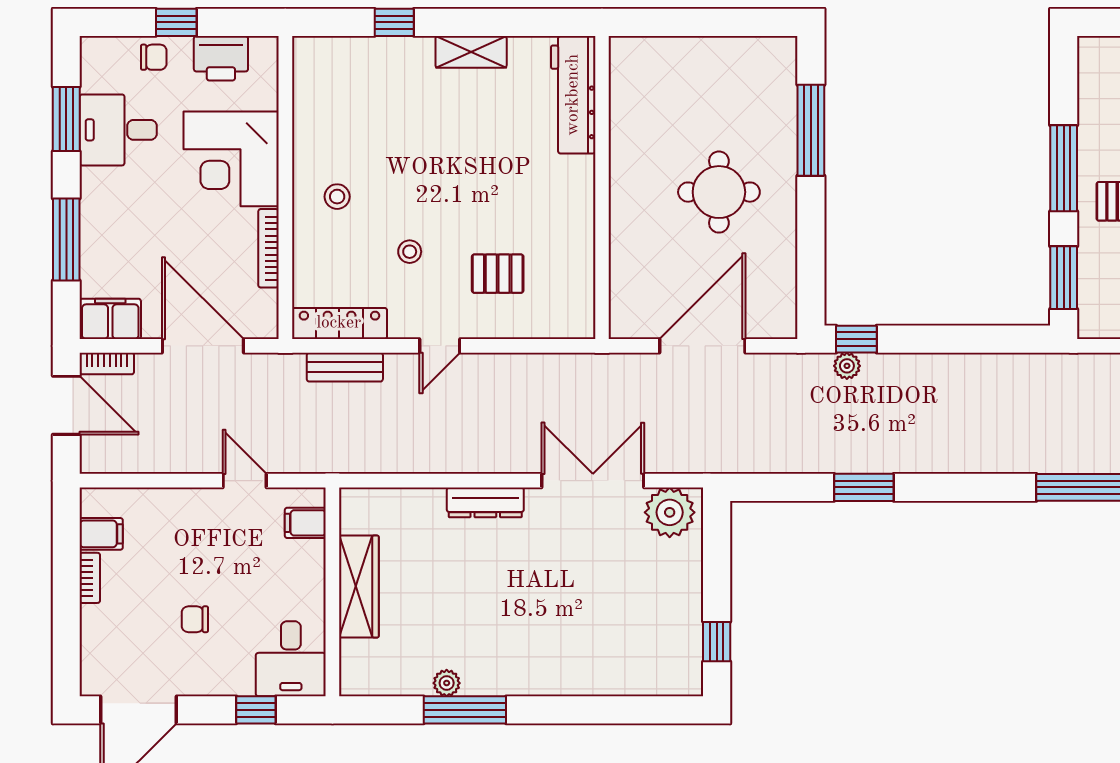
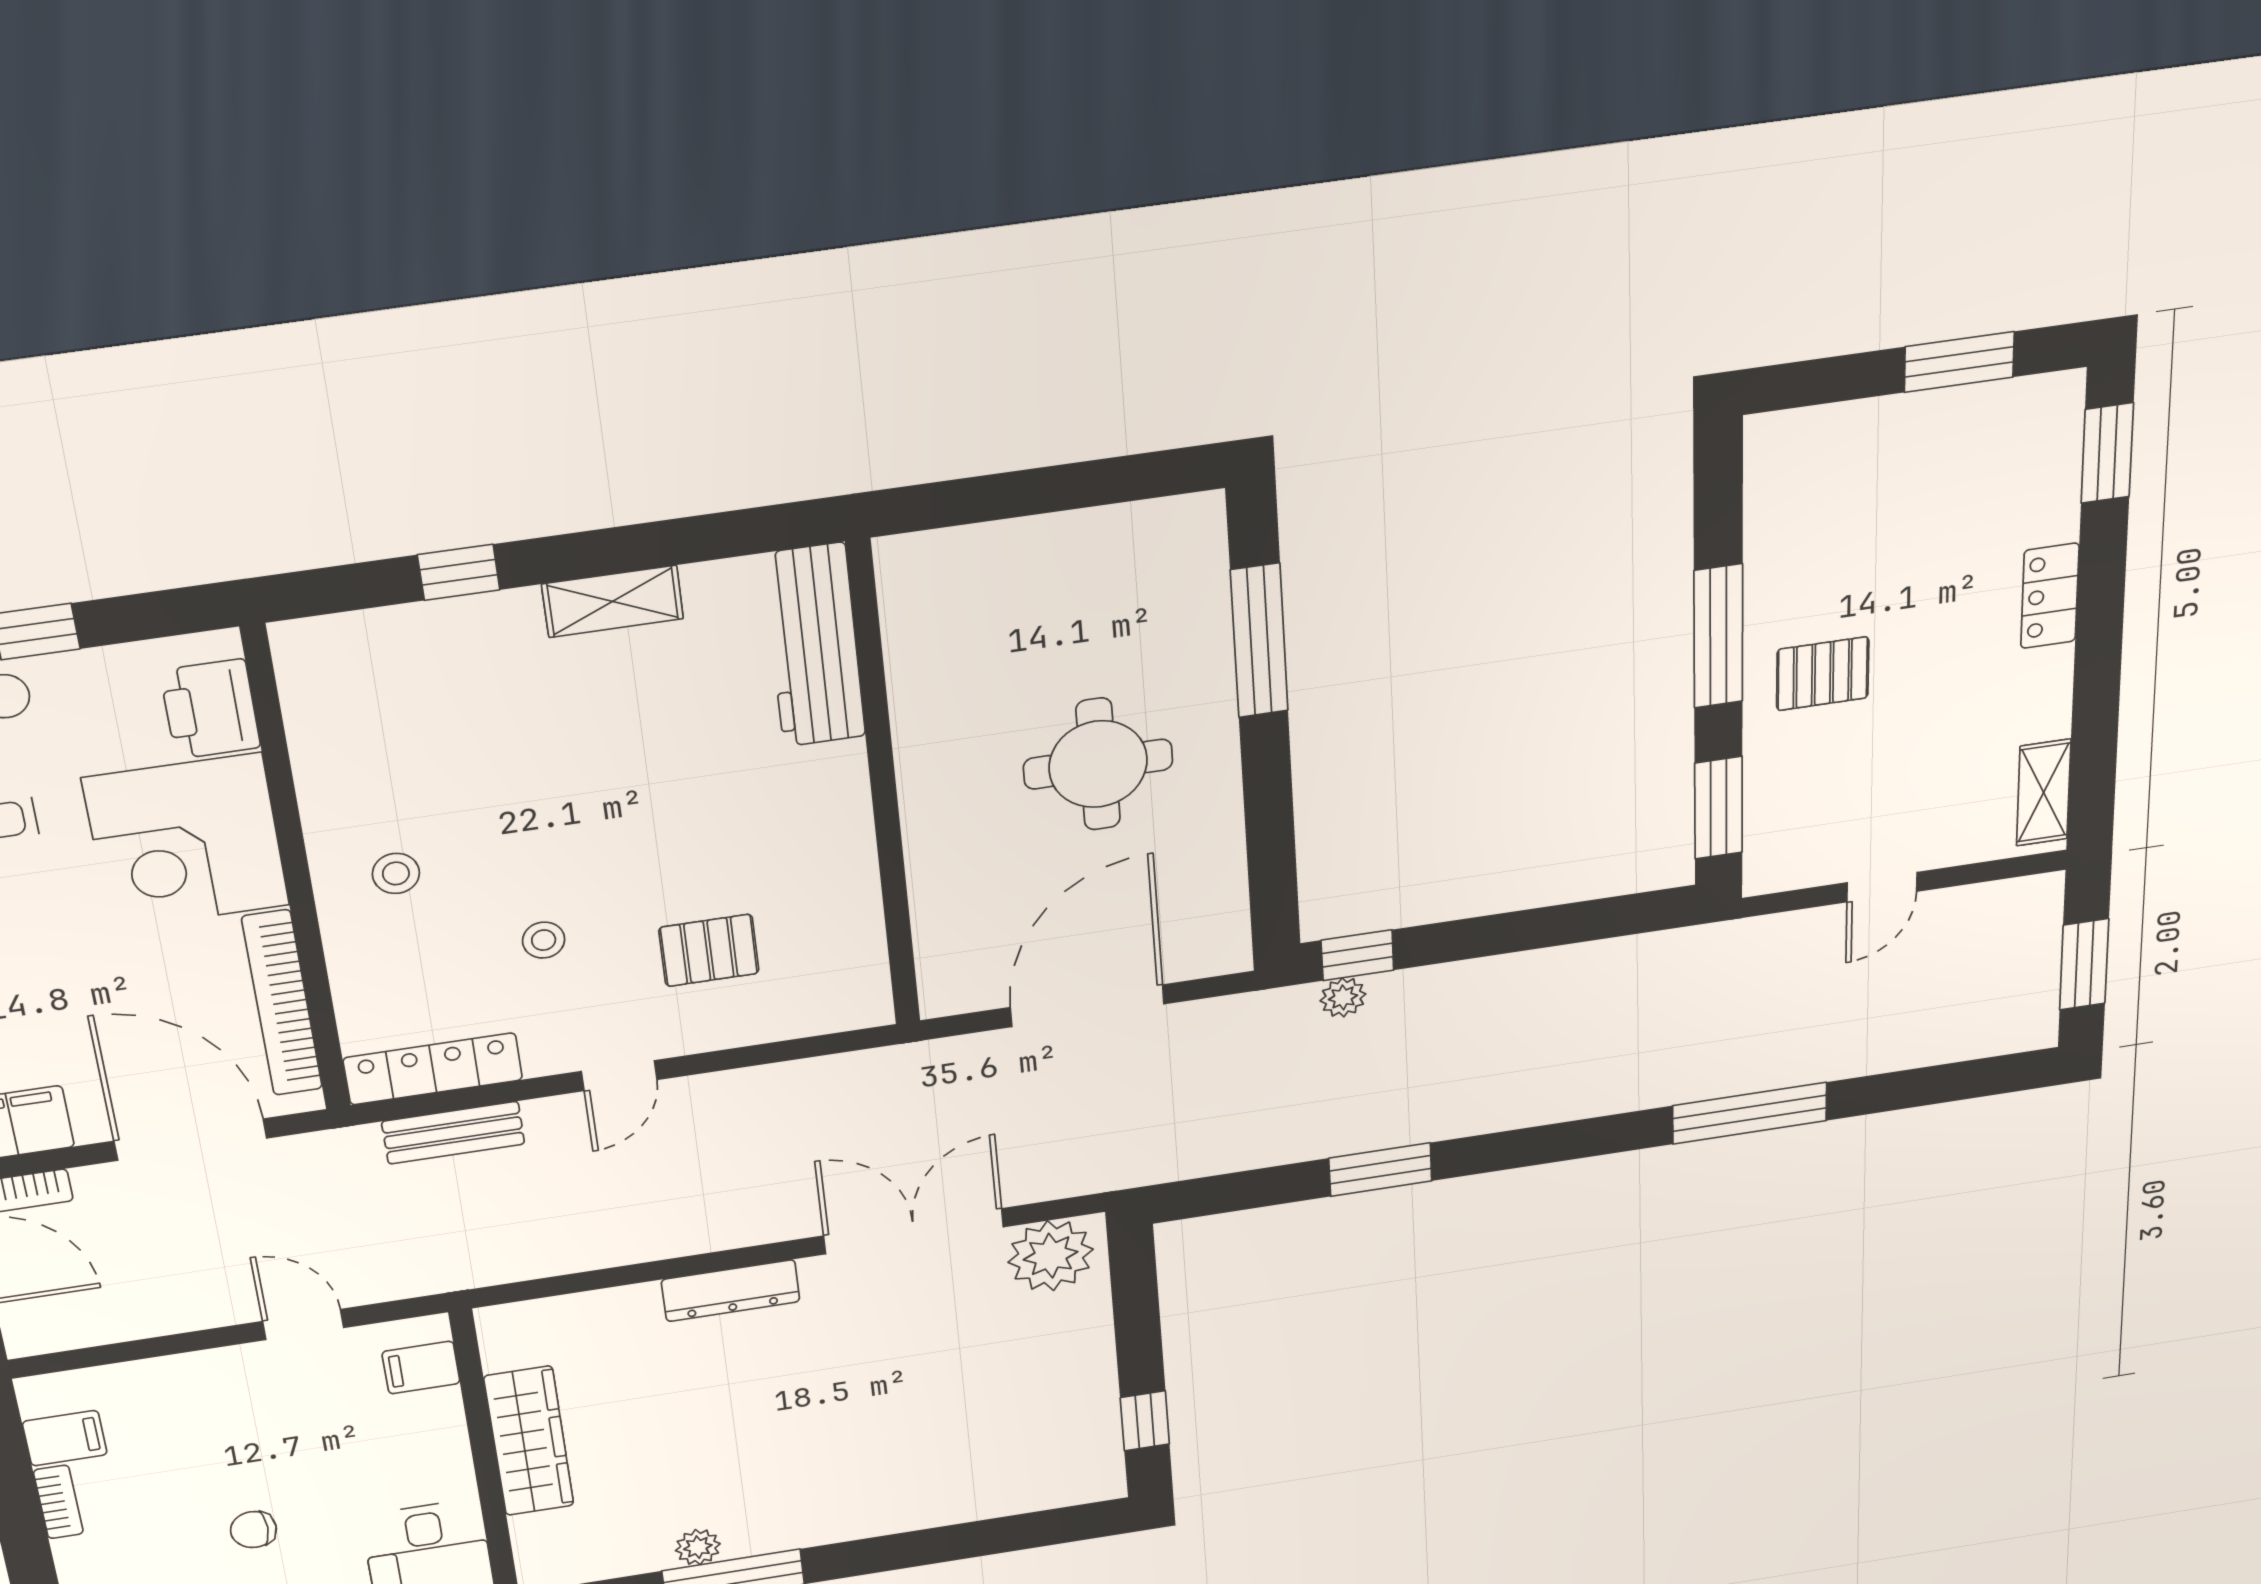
printer: (221, 58) -> (210, 709), moved, turned 90
bookcase: (268, 248) -> (282, 1003), width x1.48, depth x1.31

